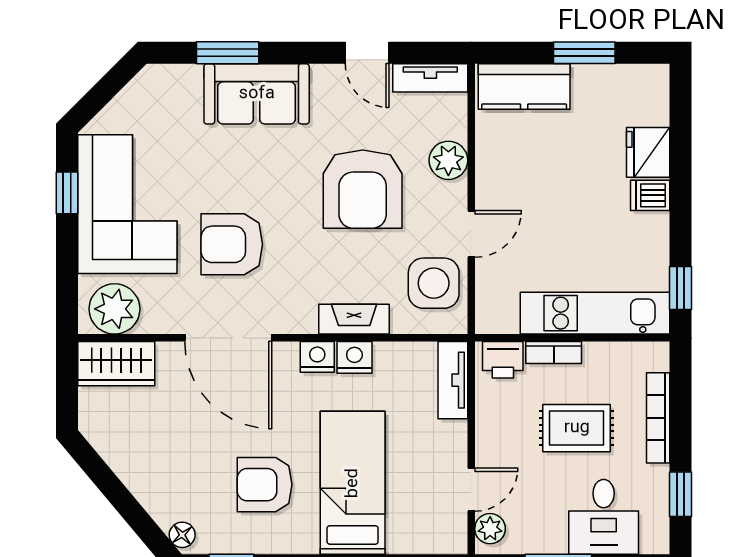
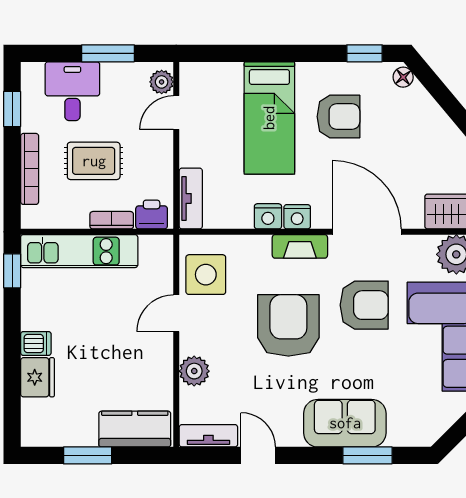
armchair: (363, 189) -> (288, 325), moved
fireplace: (354, 319) -> (300, 246), moved

